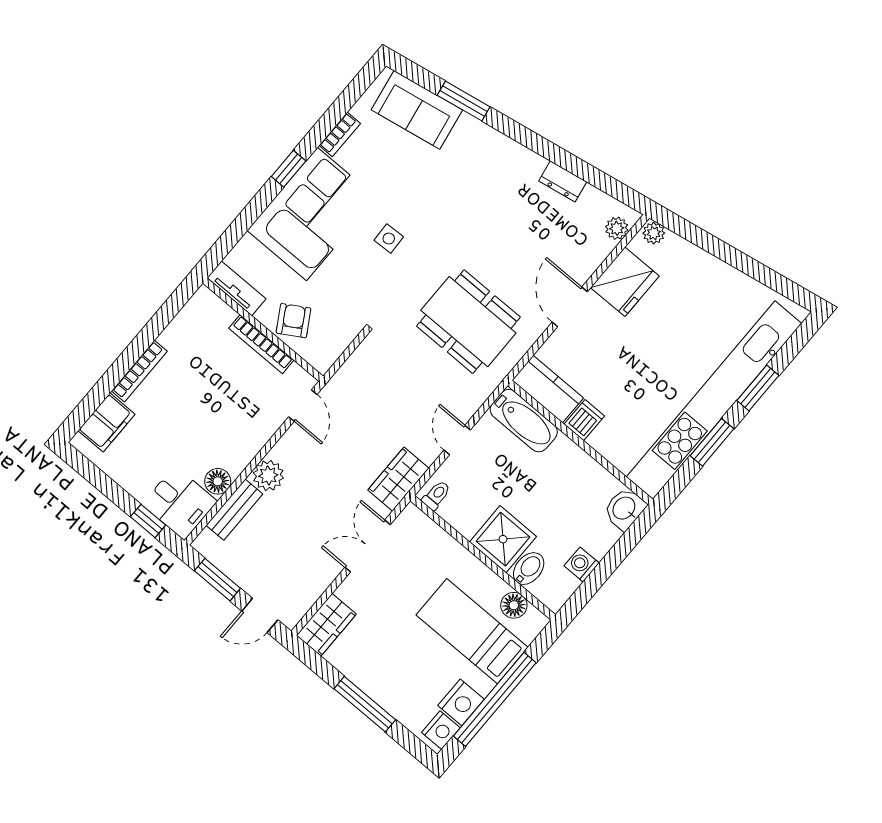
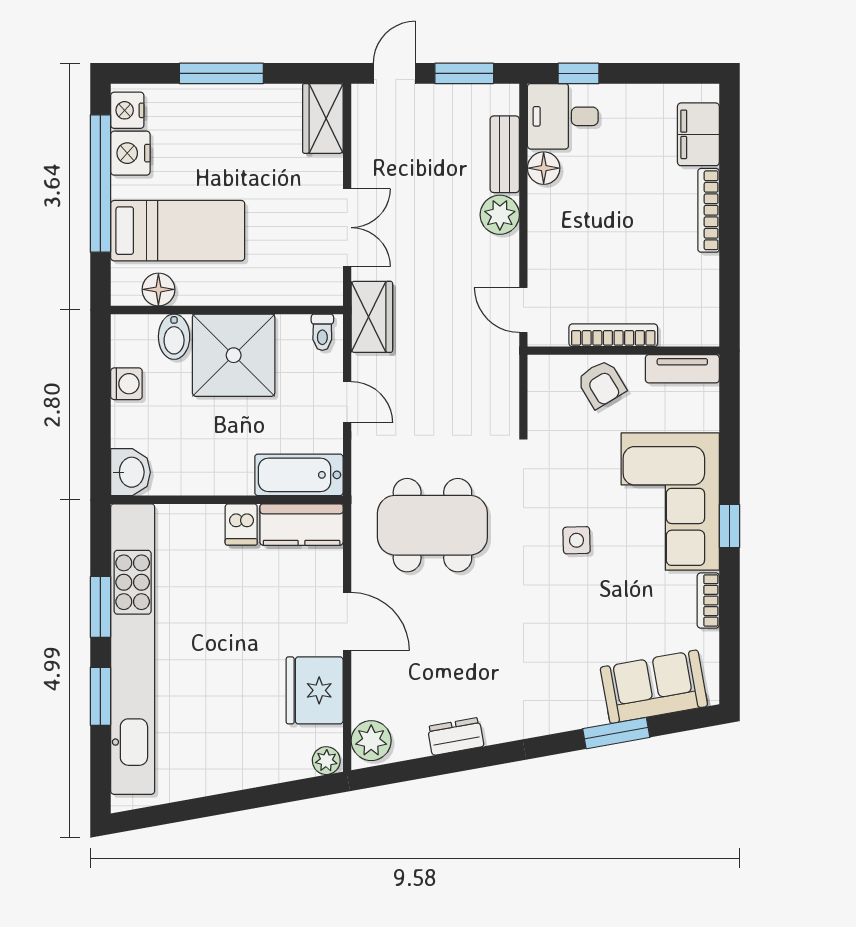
plant: (617, 228) -> (371, 741), width x1.38, depth x1.38
shower: (503, 539) -> (234, 355), width x1.37, depth x1.37

